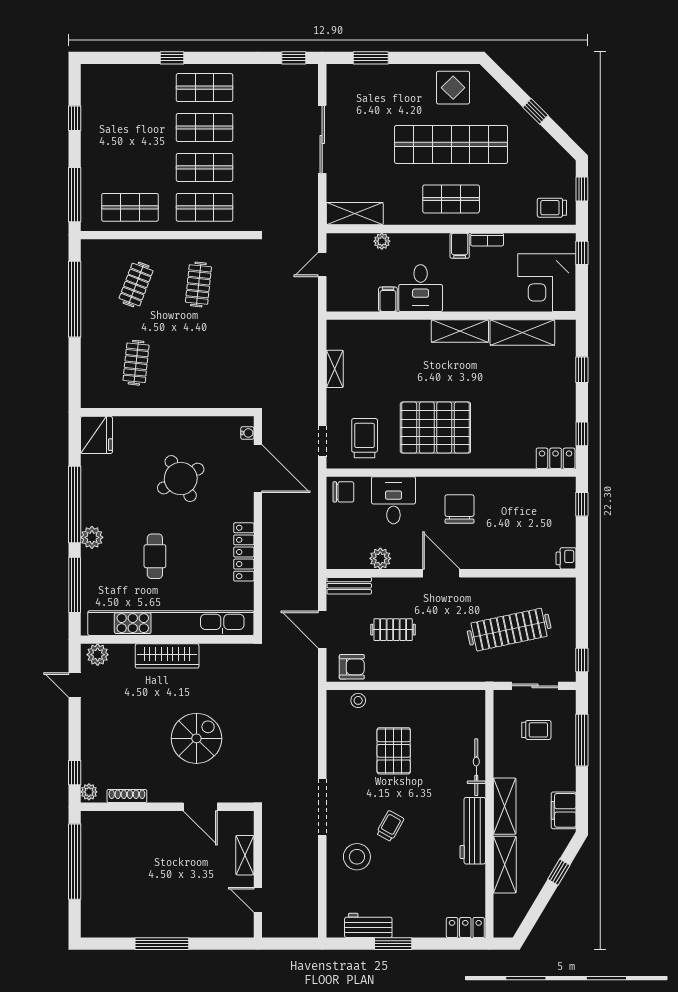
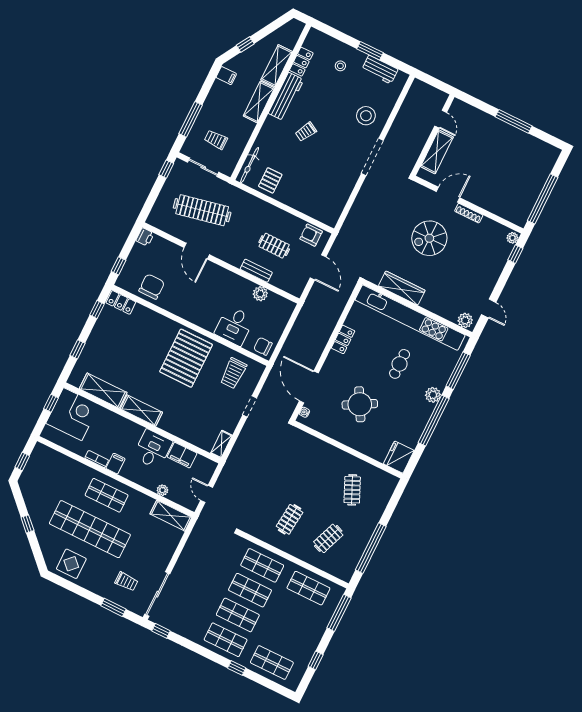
shop shelf: (130, 88) -> (272, 662), added
sliding door: (322, 139) -> (157, 594), moved
trolley: (552, 208) -> (126, 581), moved
window: (582, 253) -> (51, 403), moved
door: (322, 265) -> (207, 494), swing flipped
filing cabinet: (388, 299) -> (182, 455), width x2.00
clothes rail: (136, 363) -> (352, 490), turned -30
shelving: (335, 369) -> (221, 444), moved
pallet: (435, 428) -> (186, 358), turned 90
doorway: (322, 441) -> (250, 406), moved
chair: (460, 509) -> (152, 287), moved, turned 180
locker: (244, 552) -> (343, 339), width x0.66
door: (441, 573) -> (197, 251), moved
bench: (349, 586) -> (256, 271), moved
wardrobe: (167, 656) -> (402, 288), moved
stool: (358, 700) -> (340, 66), moved
pallet: (394, 751) -> (270, 180), moved, width x0.67, depth x0.71
bicycle: (476, 767) -> (250, 165), moved
shoe rack: (127, 796) -> (469, 213), moved
door: (200, 807) -> (448, 195), hinge flipped
filing cabinet: (564, 810) -> (226, 76), width x0.50
trolley: (390, 826) -> (306, 132), moved
shelving: (245, 855) -> (437, 152), width x1.50, depth x1.33
locker: (465, 928) -> (301, 62), moved, turned -90

